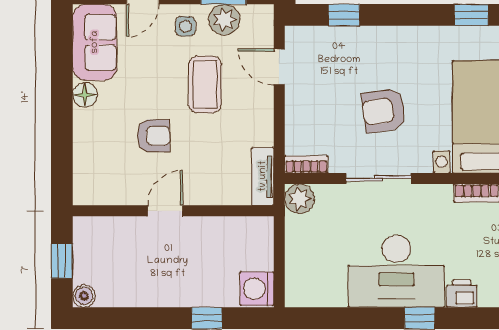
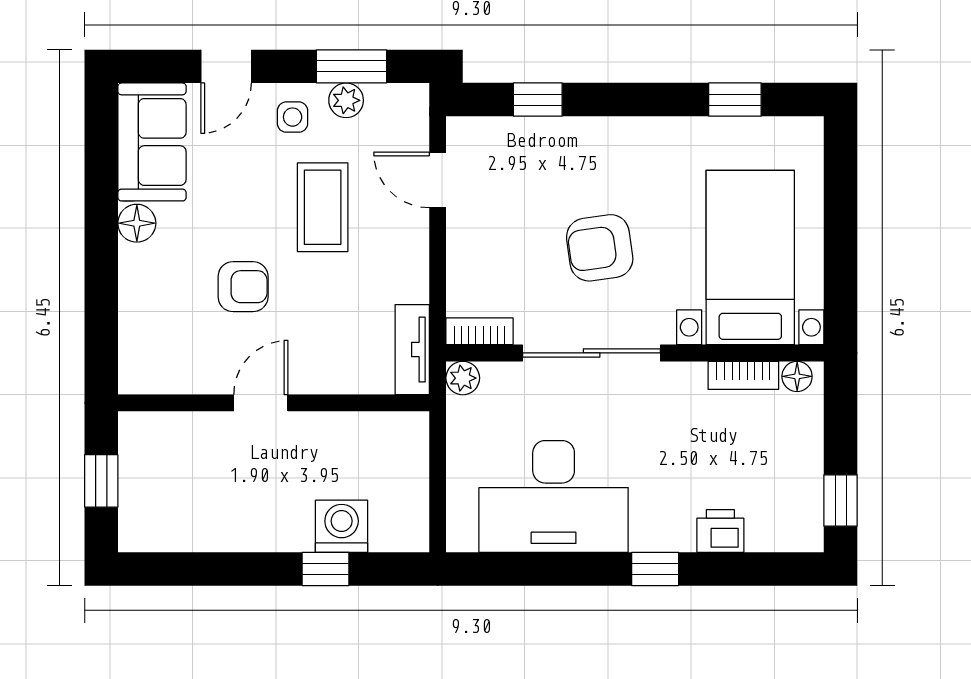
plant: (224, 20) -> (346, 100), width x0.73, depth x0.73
sliding door: (379, 179) -> (592, 353), width x1.37
plant: (299, 199) -> (463, 378), width x0.73, depth x0.73
desk: (396, 271) -> (554, 496), moved
washing machine: (257, 289) -> (342, 526), moved, turned 90
boiler: (84, 296) -> (135, 535), removed

